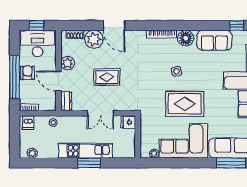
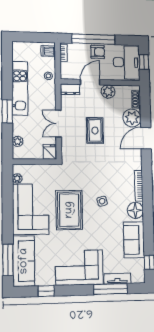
kitchen unit: (85, 151) -> (20, 88), moved
plant: (32, 153) -> (18, 141), moved

